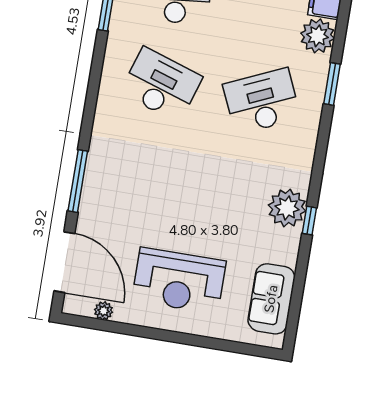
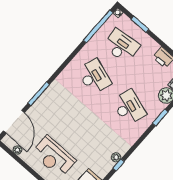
desk: (262, 101) -> (129, 107), turned 42
plant: (287, 208) -> (116, 157), width x0.53, depth x0.53

